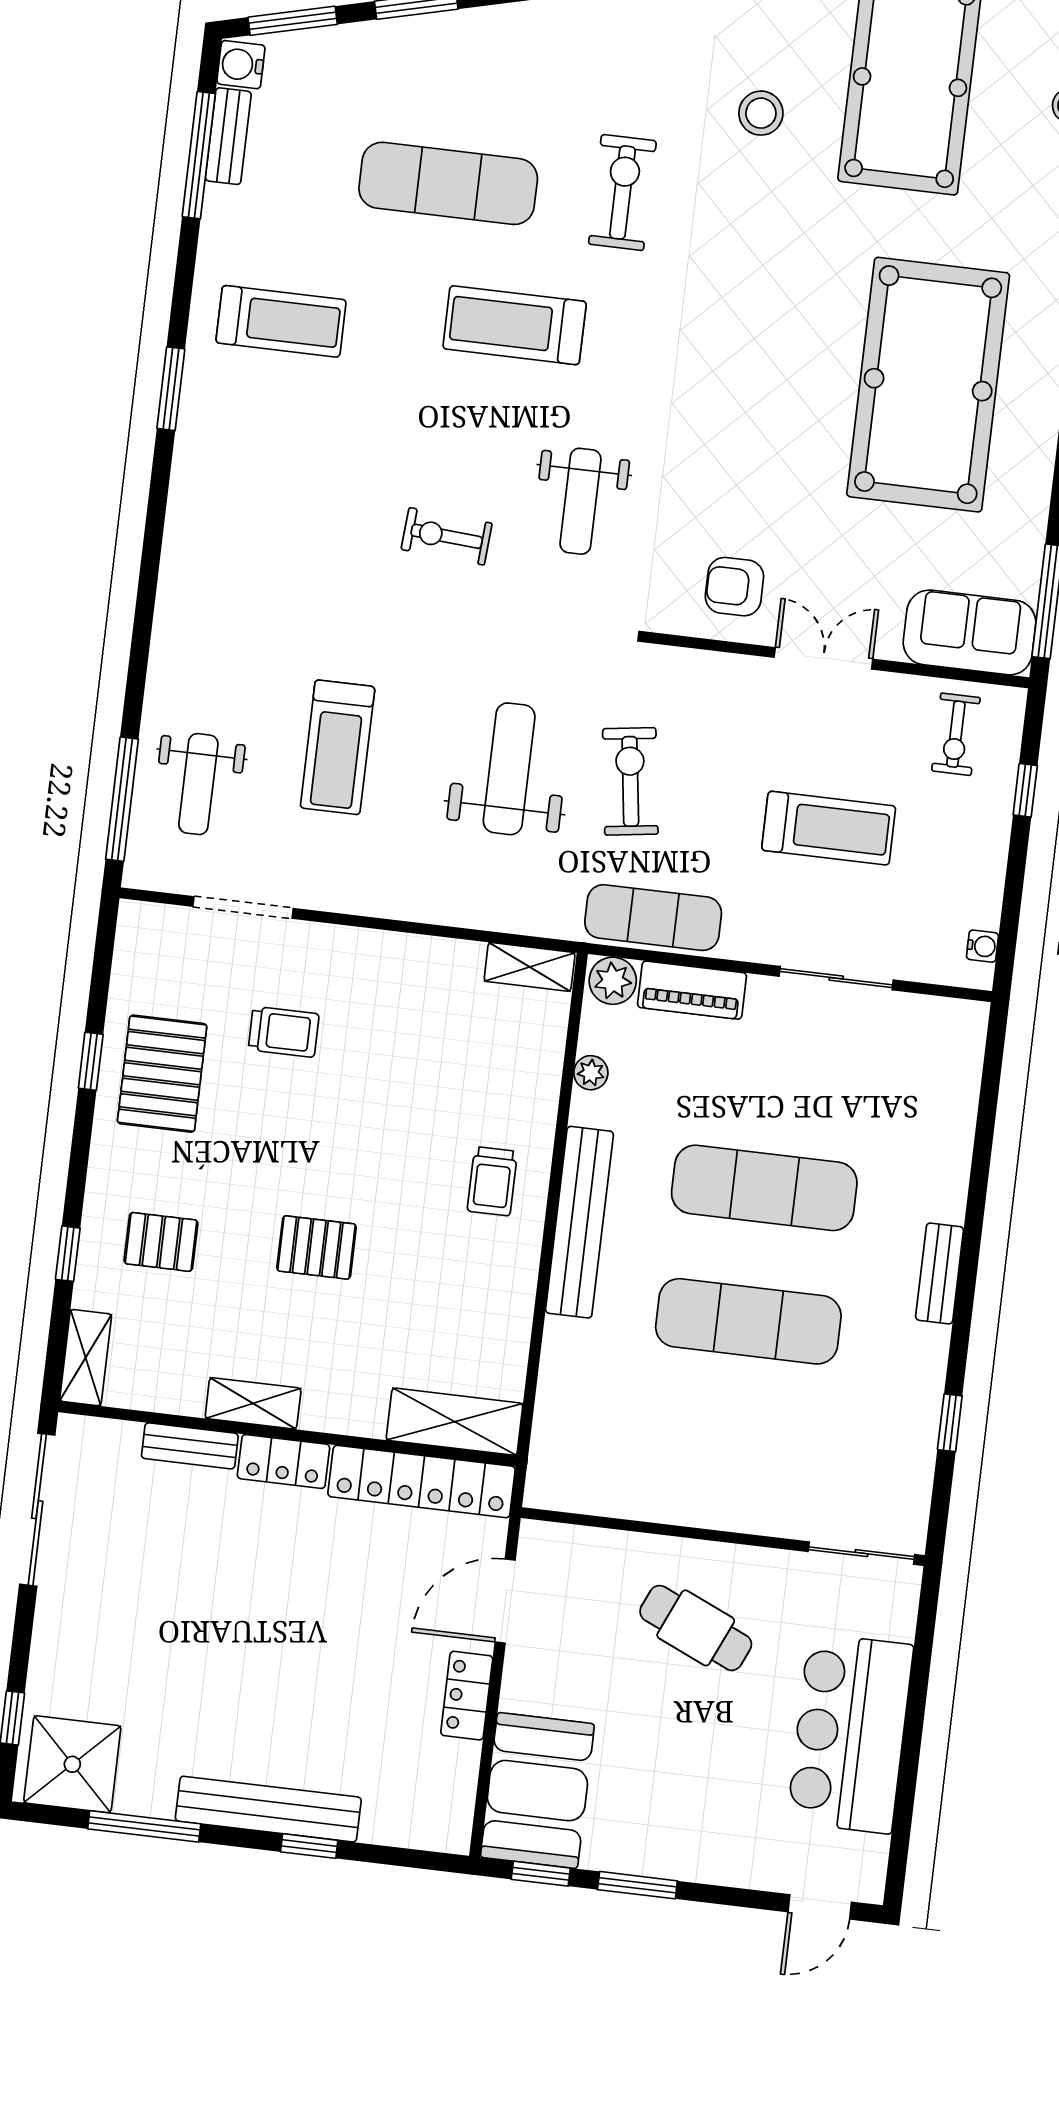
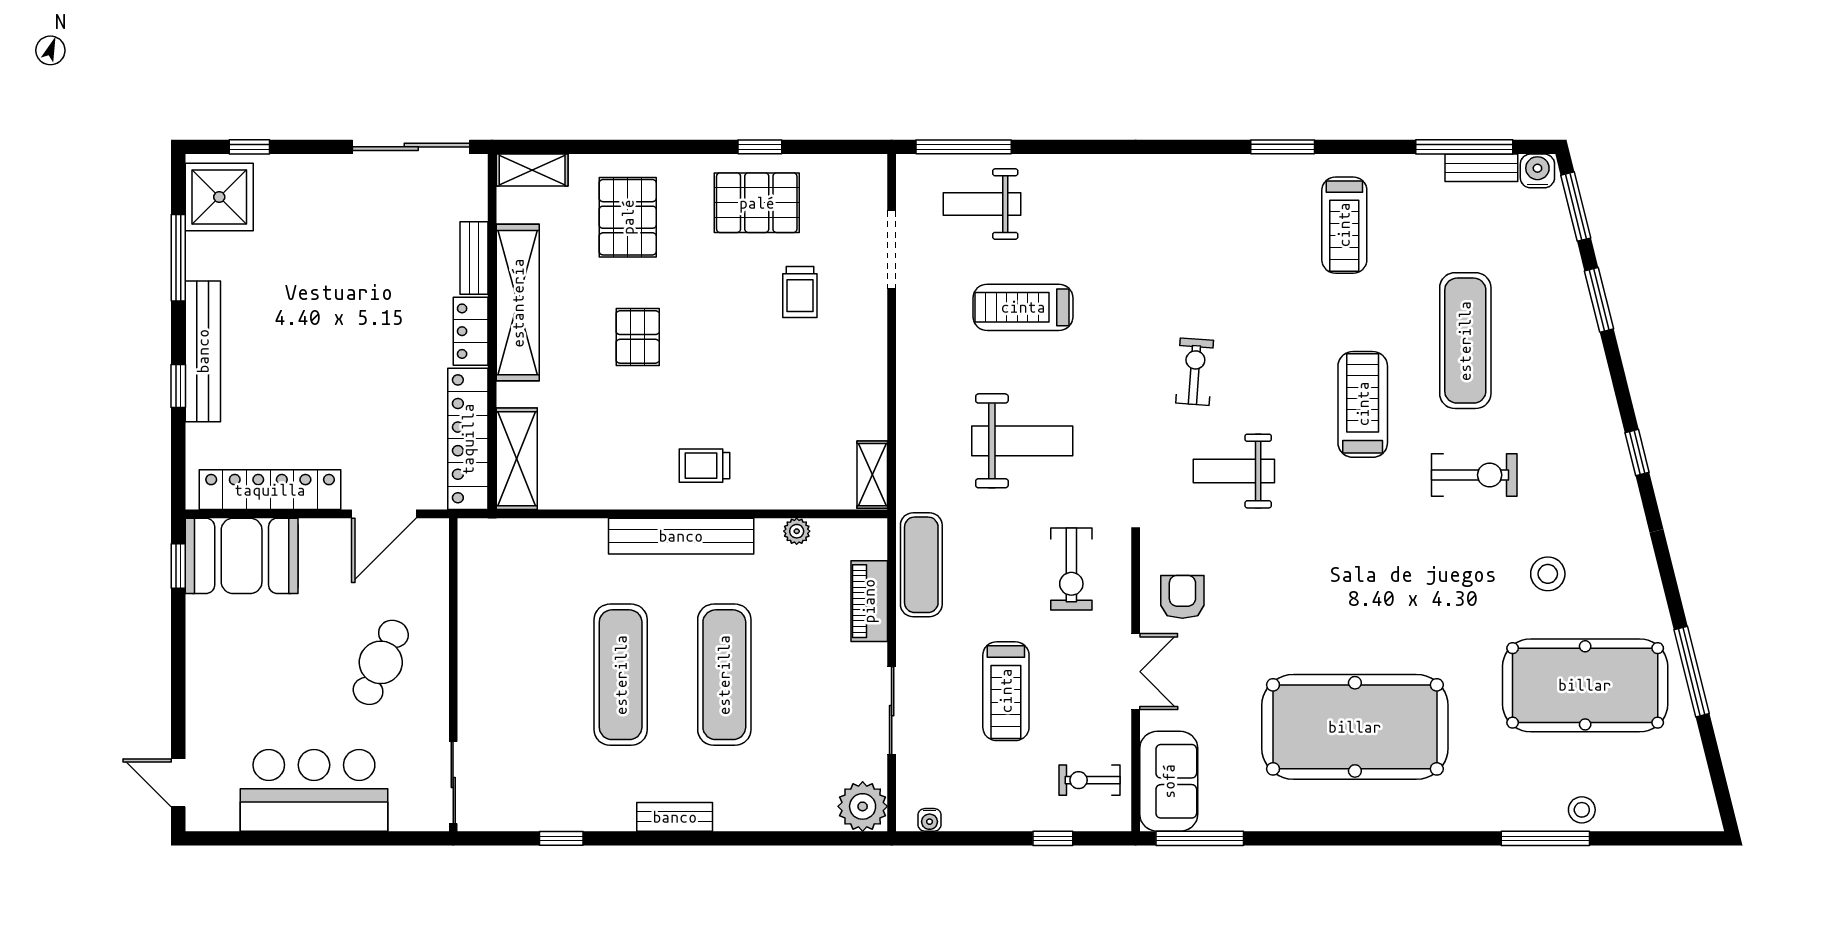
exercise bike: (630, 781) -> (1071, 569), moved, turned 98
plant: (613, 981) -> (863, 806), moved, width x1.36, depth x1.36
pallet: (161, 1242) -> (628, 217), width x1.50, depth x1.42
window: (68, 1254) -> (610, 147), removed
shelving: (253, 1403) -> (518, 303), width x2.20, depth x1.33
door: (505, 1601) -> (384, 514), swing flipped
locker: (467, 1696) -> (270, 490), width x2.16, depth x1.21
window: (637, 1885) -> (178, 641), removed

